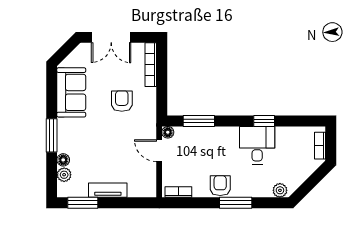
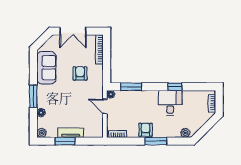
plant: (64, 175) -> (42, 133), moved
window: (83, 203) -> (65, 141), moved

